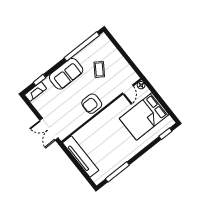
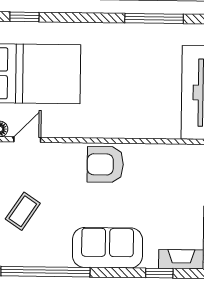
coffee table: (99, 69) -> (23, 211), moved
armchair: (92, 104) -> (105, 164), turned 180

